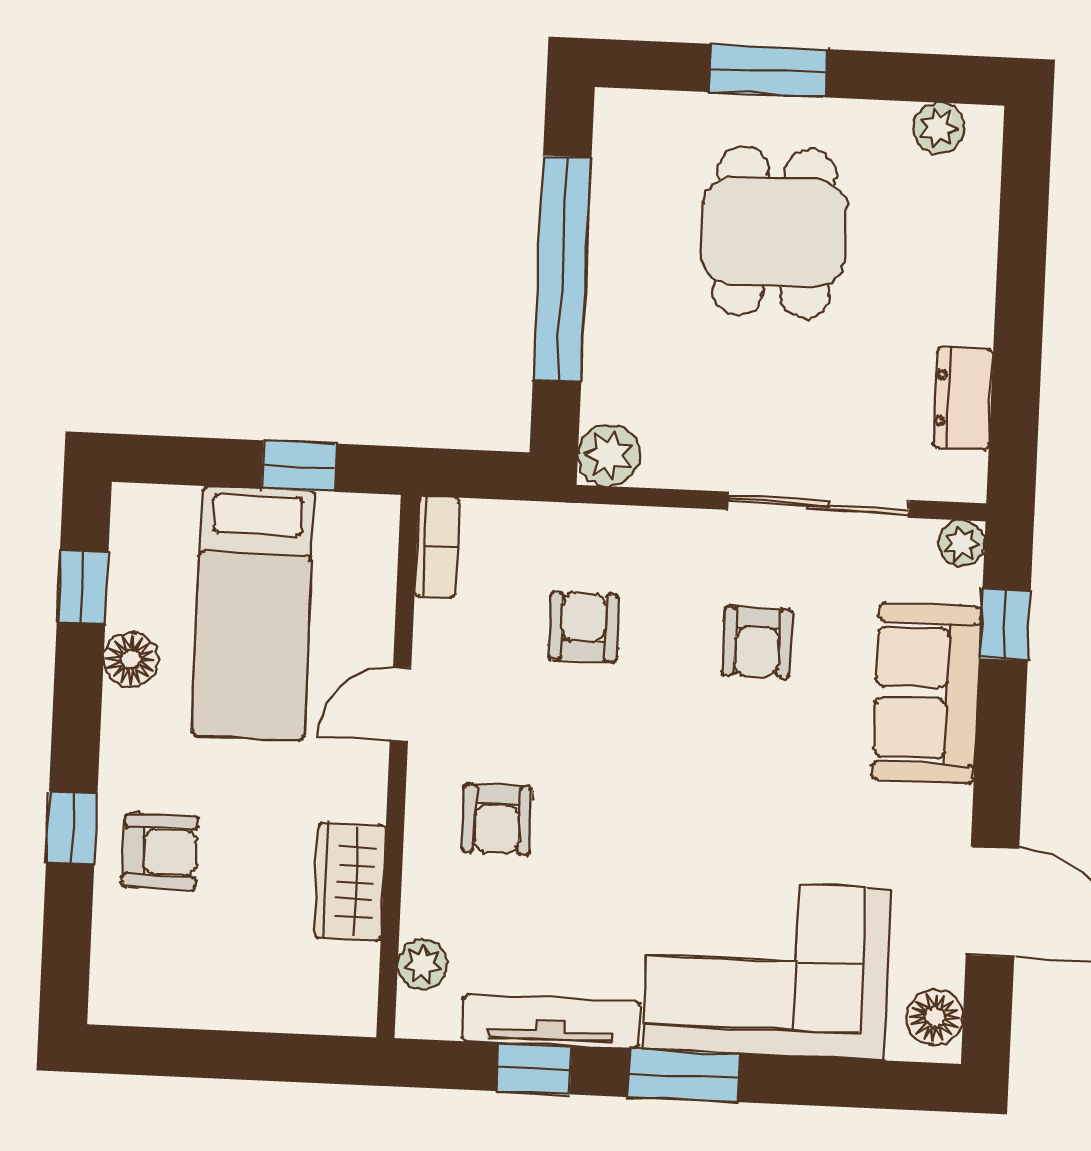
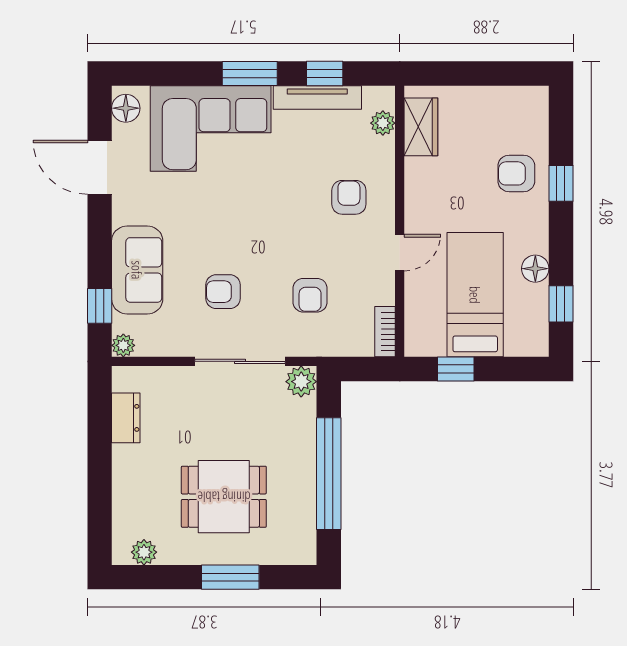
dining table: (774, 232) -> (224, 497), turned 90
sliding door: (819, 505) -> (240, 361), moved
armchair: (757, 642) -> (223, 292), turned -90
wardrobe: (350, 882) -> (421, 127), moved

